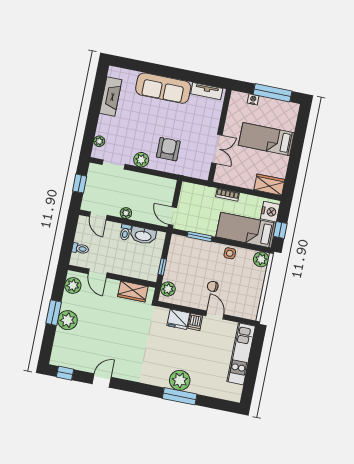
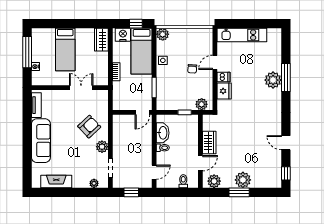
armchair: (168, 149) -> (89, 127), turned 137
plant: (126, 213) -> (147, 150), removed
wardrobe: (133, 291) -> (209, 142), moved

